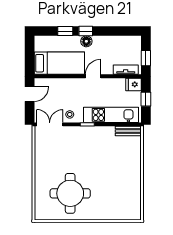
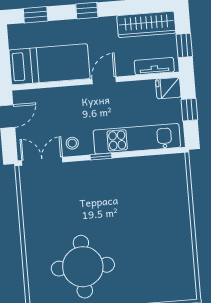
window: (65, 31) -> (36, 15), moved
floor lamp: (86, 41) -> (89, 27), removed
wardrobe: (123, 43) -> (146, 24), added
bench: (128, 131) -> (166, 162), removed

